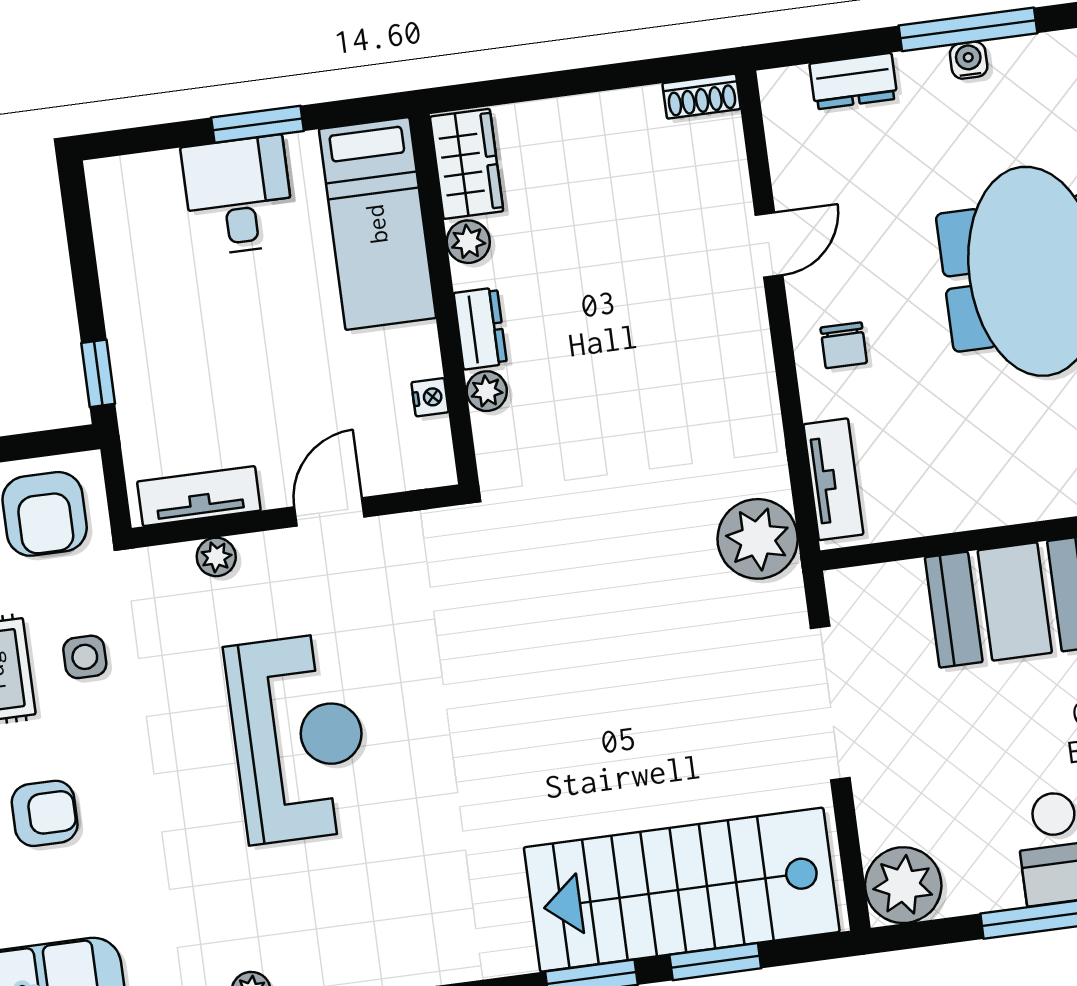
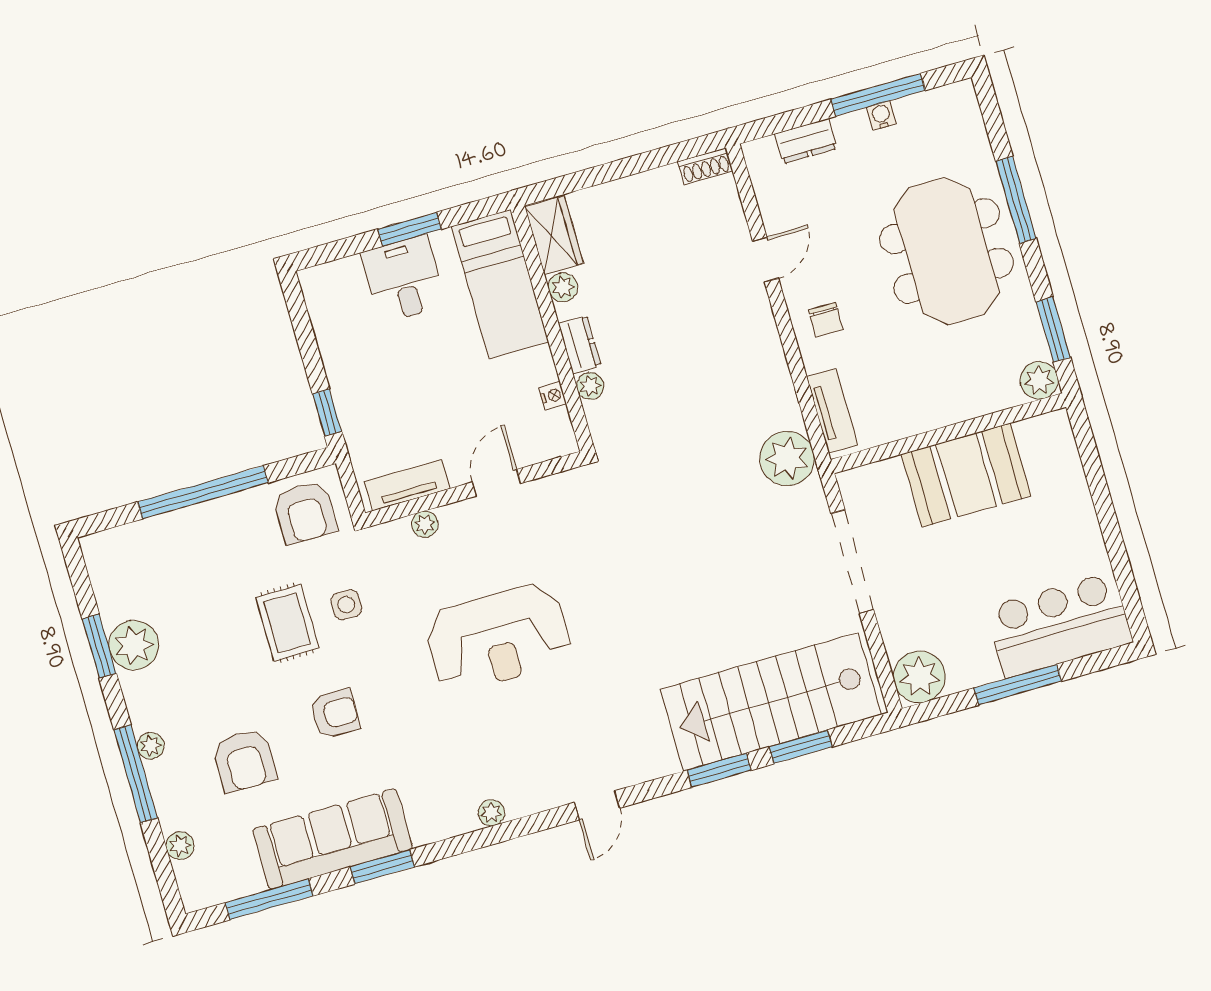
reception desk: (299, 738) -> (498, 638), turned 90

